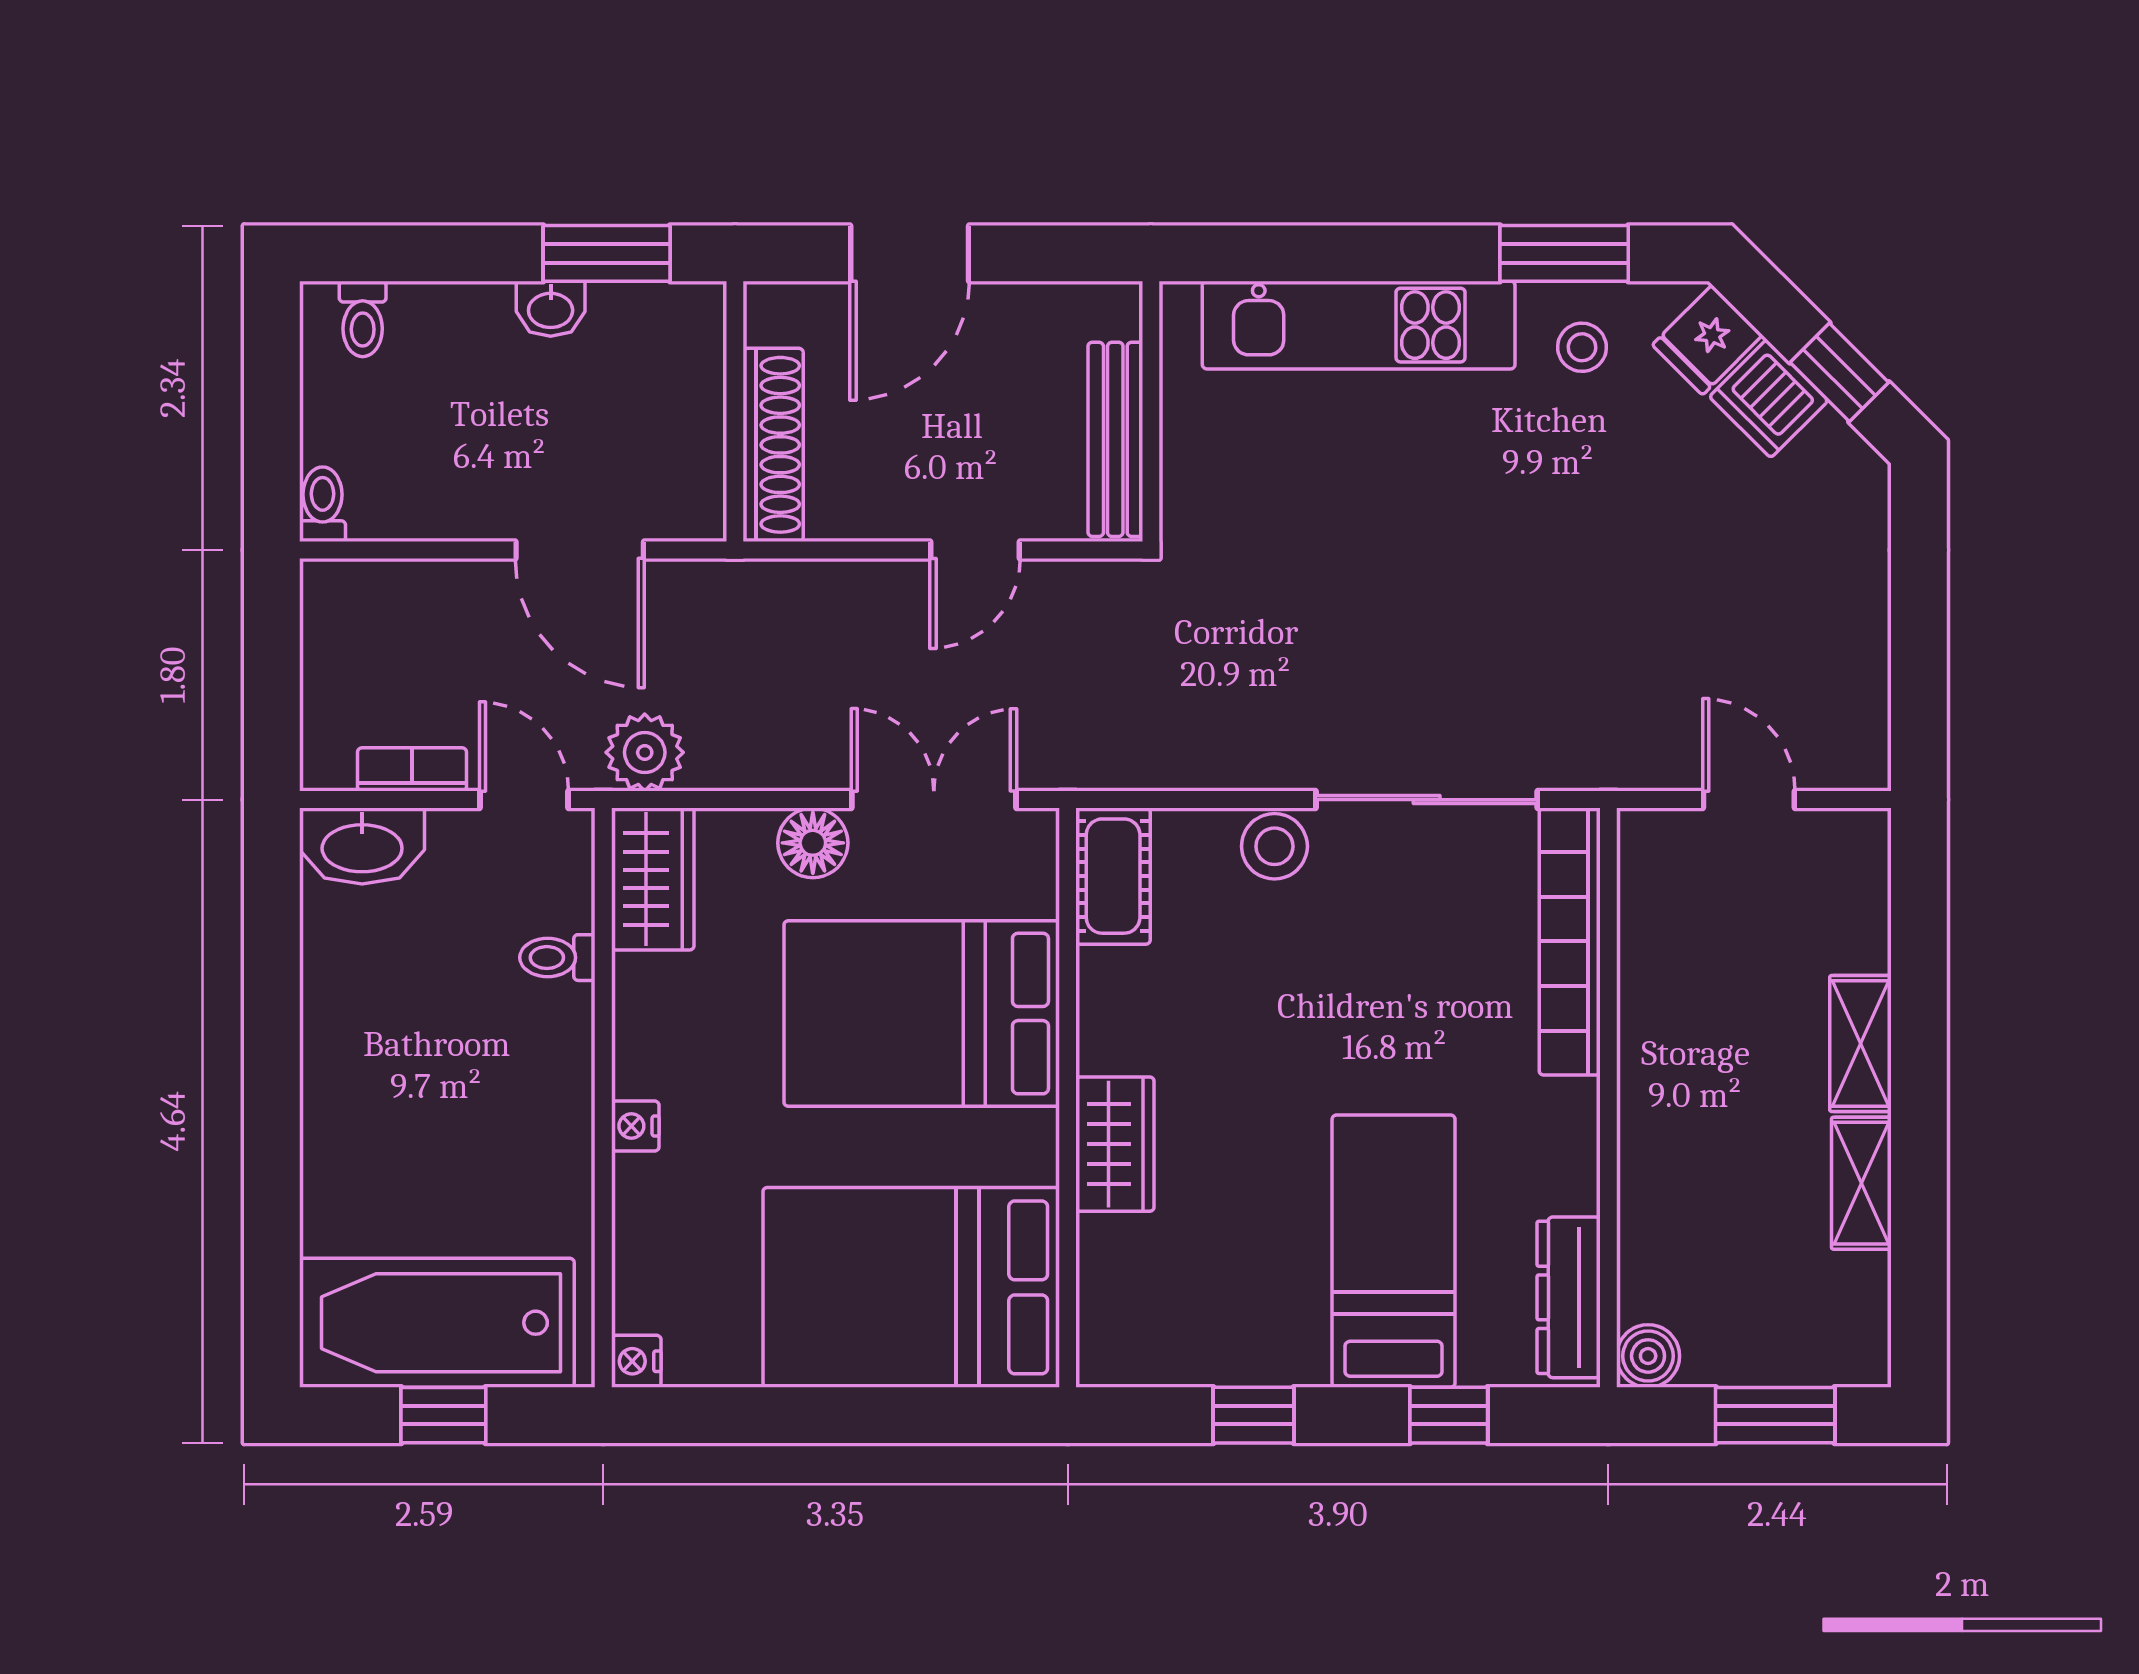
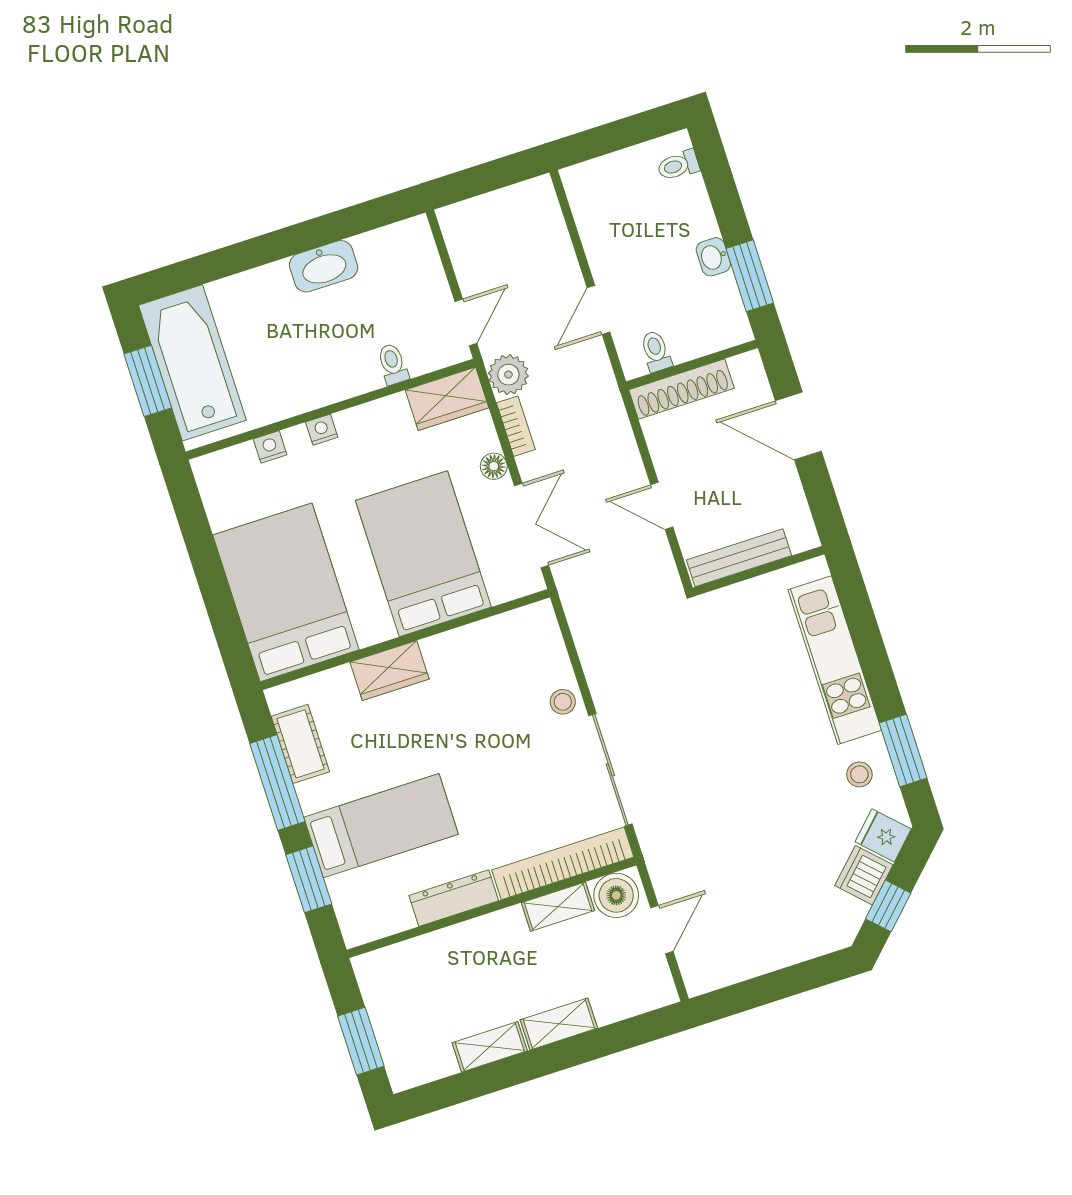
toilet: (323, 504) -> (656, 351), moved, turned -90
door: (580, 550) -> (598, 310), width x0.73
bookcase: (412, 769) -> (516, 426), moved
floor lamp: (813, 843) -> (494, 466), width x0.73, depth x0.73
washbasin: (362, 846) -> (324, 266), moved, turned -90
stool: (1274, 846) -> (563, 702), width x0.73, depth x0.73
cot: (1113, 876) -> (300, 744), moved, turned 90
shelving: (1646, 976) -> (558, 907), added
dresser: (1569, 1297) -> (454, 898), moved
boiler: (1648, 1356) -> (616, 895), moved, width x1.36, depth x1.36
nightstand: (636, 1361) -> (270, 447), moved
window: (443, 1415) -> (148, 381), width x1.50
window: (1253, 1415) -> (277, 783), width x2.17
window: (1449, 1415) -> (309, 879), width x1.50

